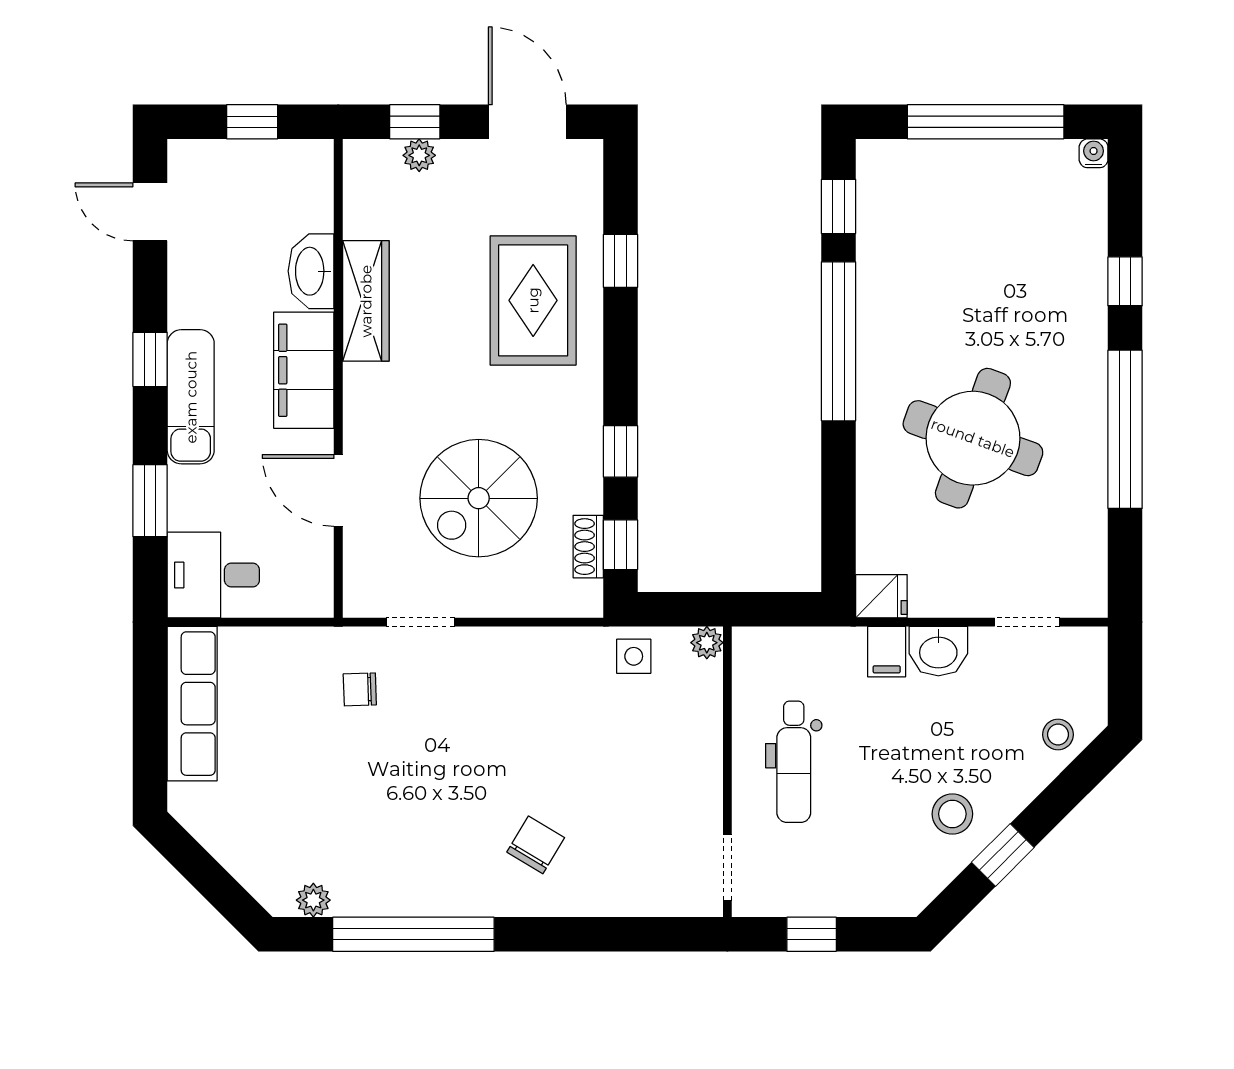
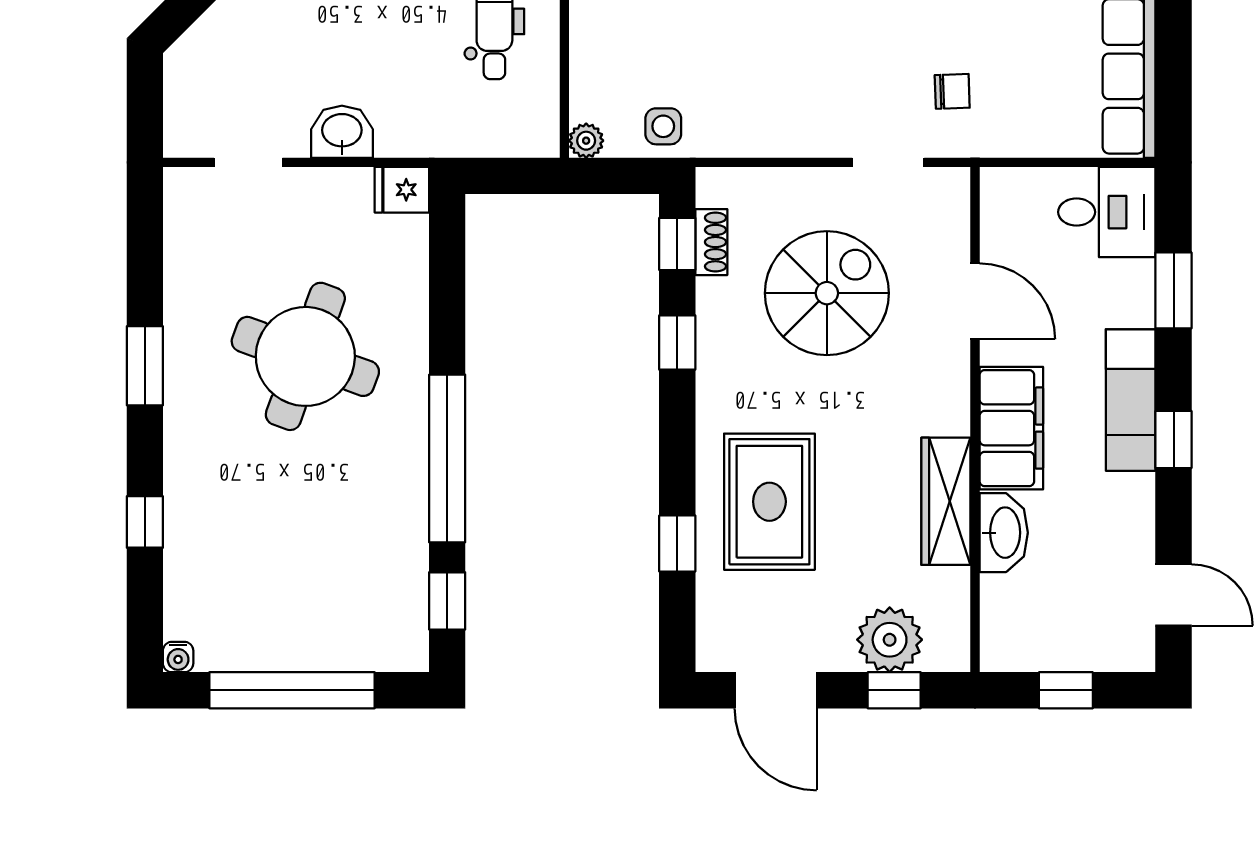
plant: (419, 155) -> (890, 640), width x1.87, depth x1.87
window: (1125, 429) -> (145, 366), width x0.47
filing cabinet: (887, 652) -> (396, 131), removed
stool: (1058, 735) -> (216, 44), removed

